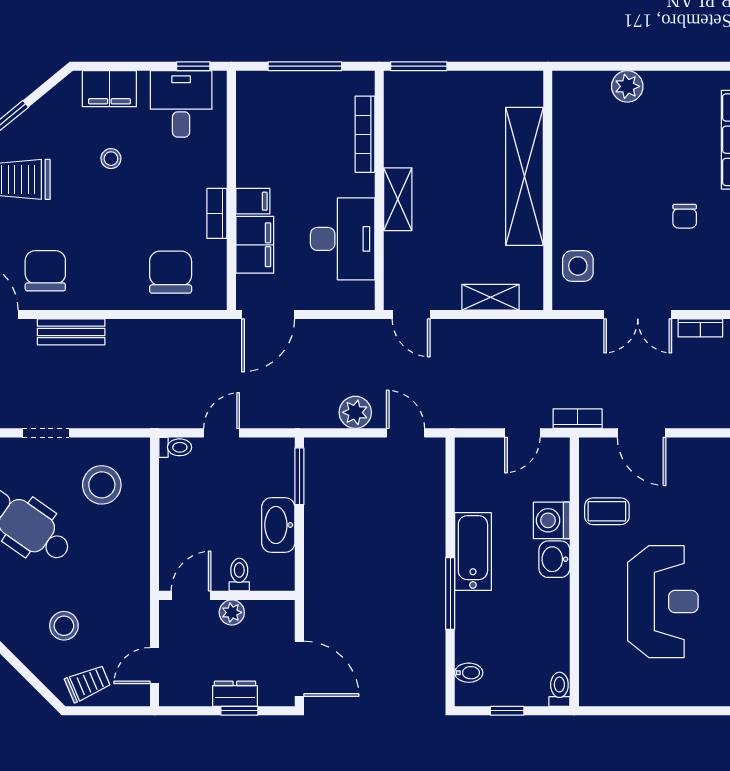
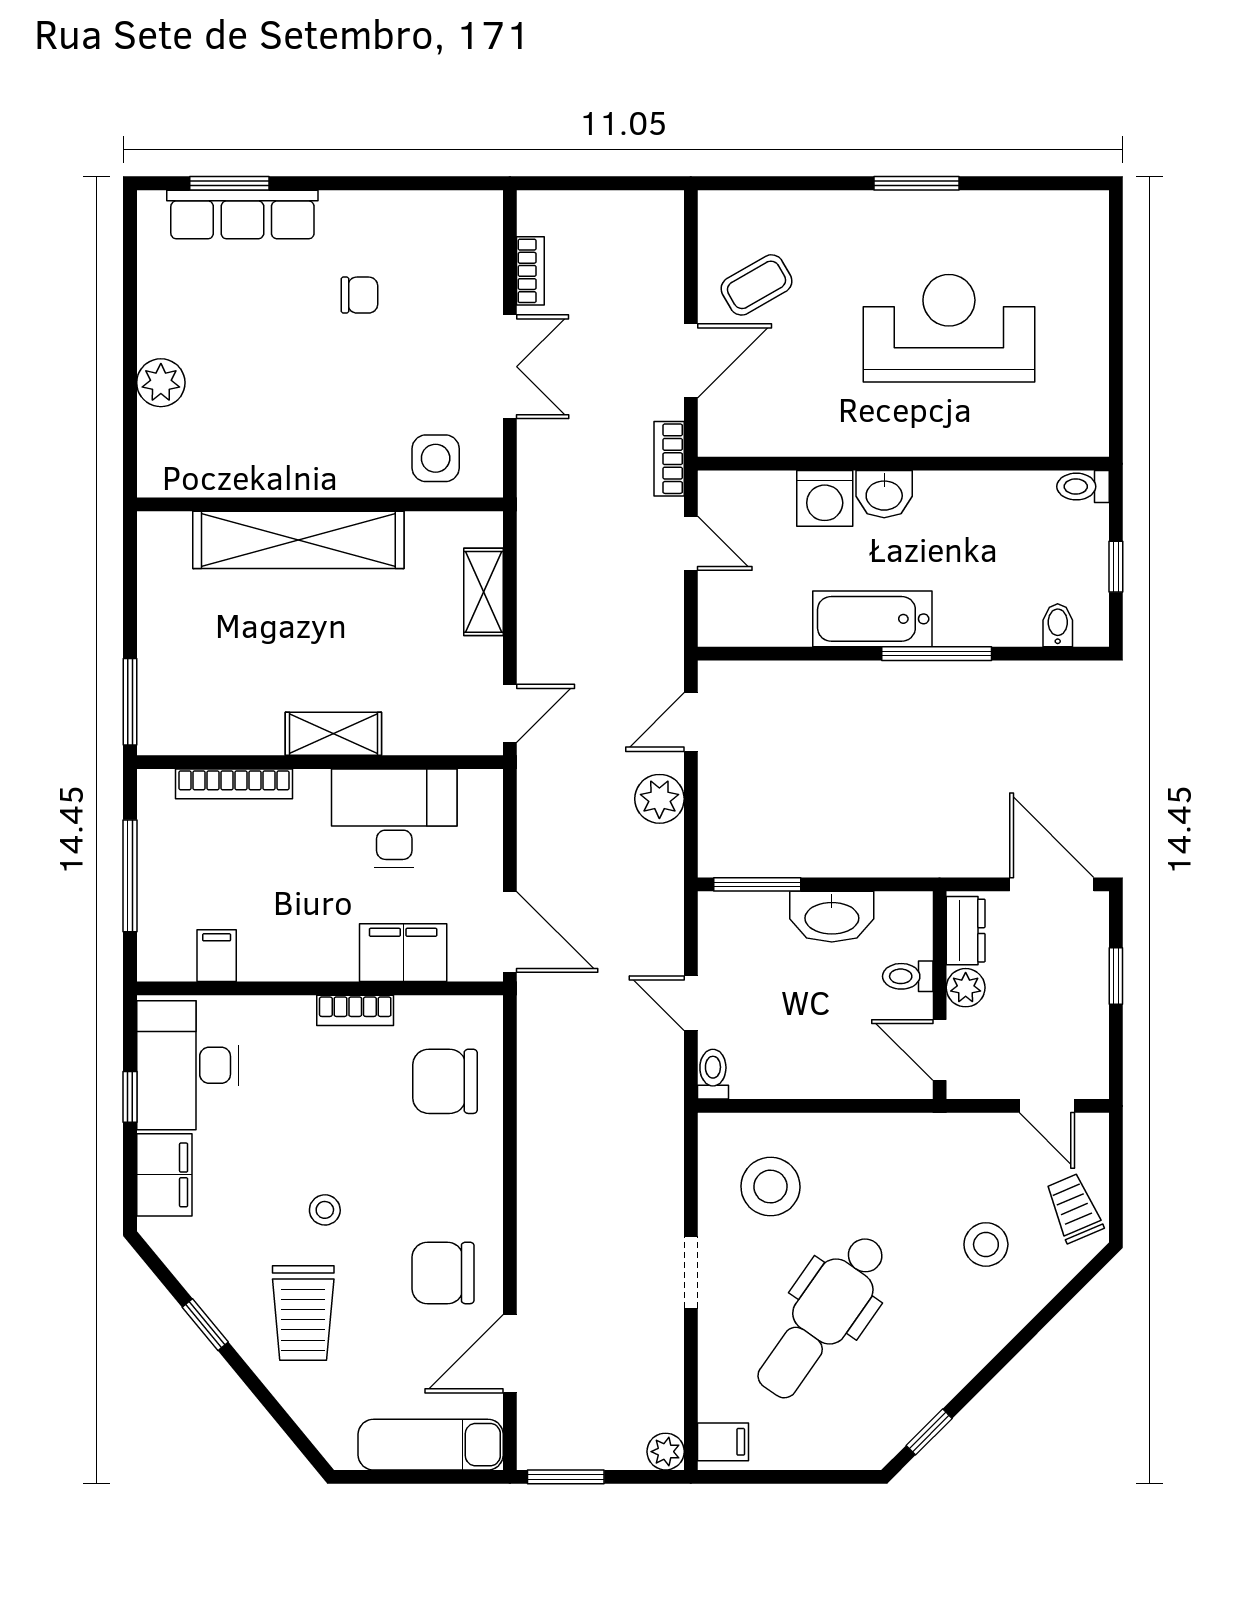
window: (193, 66) -> (130, 1097), moved
desk: (181, 104) -> (188, 1065), width x1.37
stool: (111, 159) -> (325, 1210), moved
filing cabinet: (253, 201) -> (217, 956), moved
bench: (71, 332) -> (536, 1234), removed
coffee table: (607, 511) -> (757, 285), moved, turned 60
door: (299, 669) -> (1052, 884), hinge flipped
dresser: (235, 694) -> (966, 931), moved, turned 180

